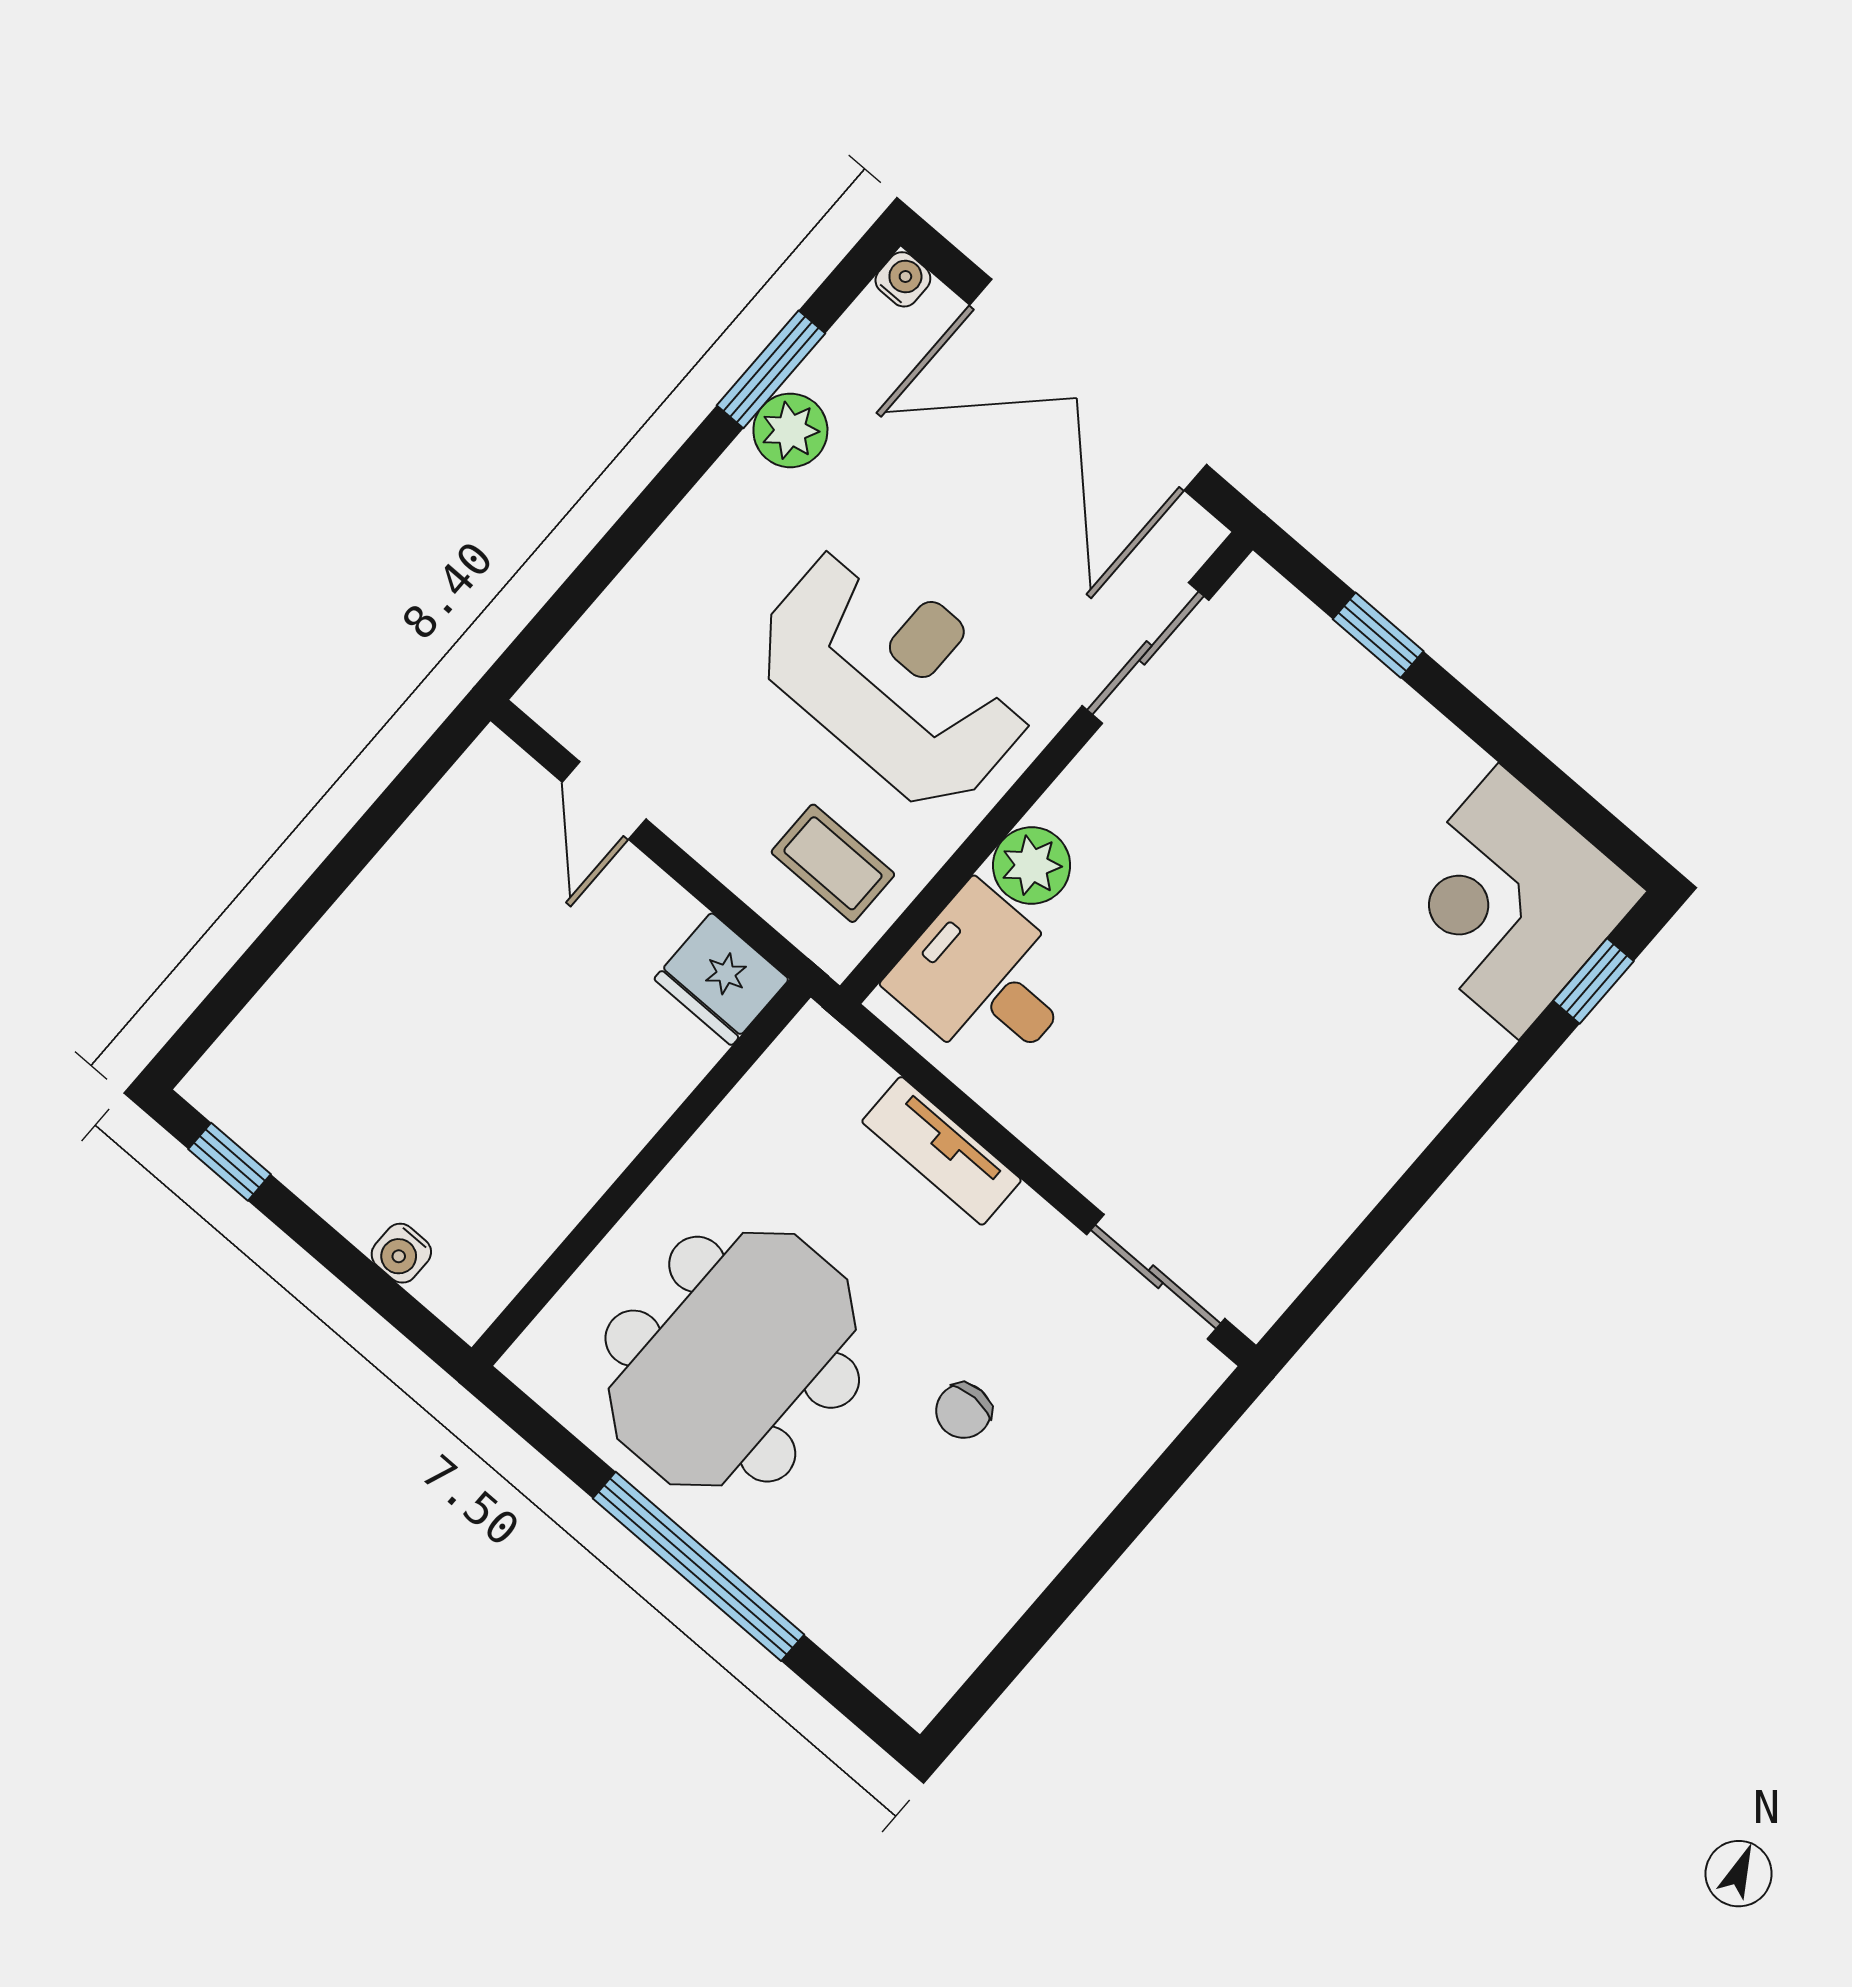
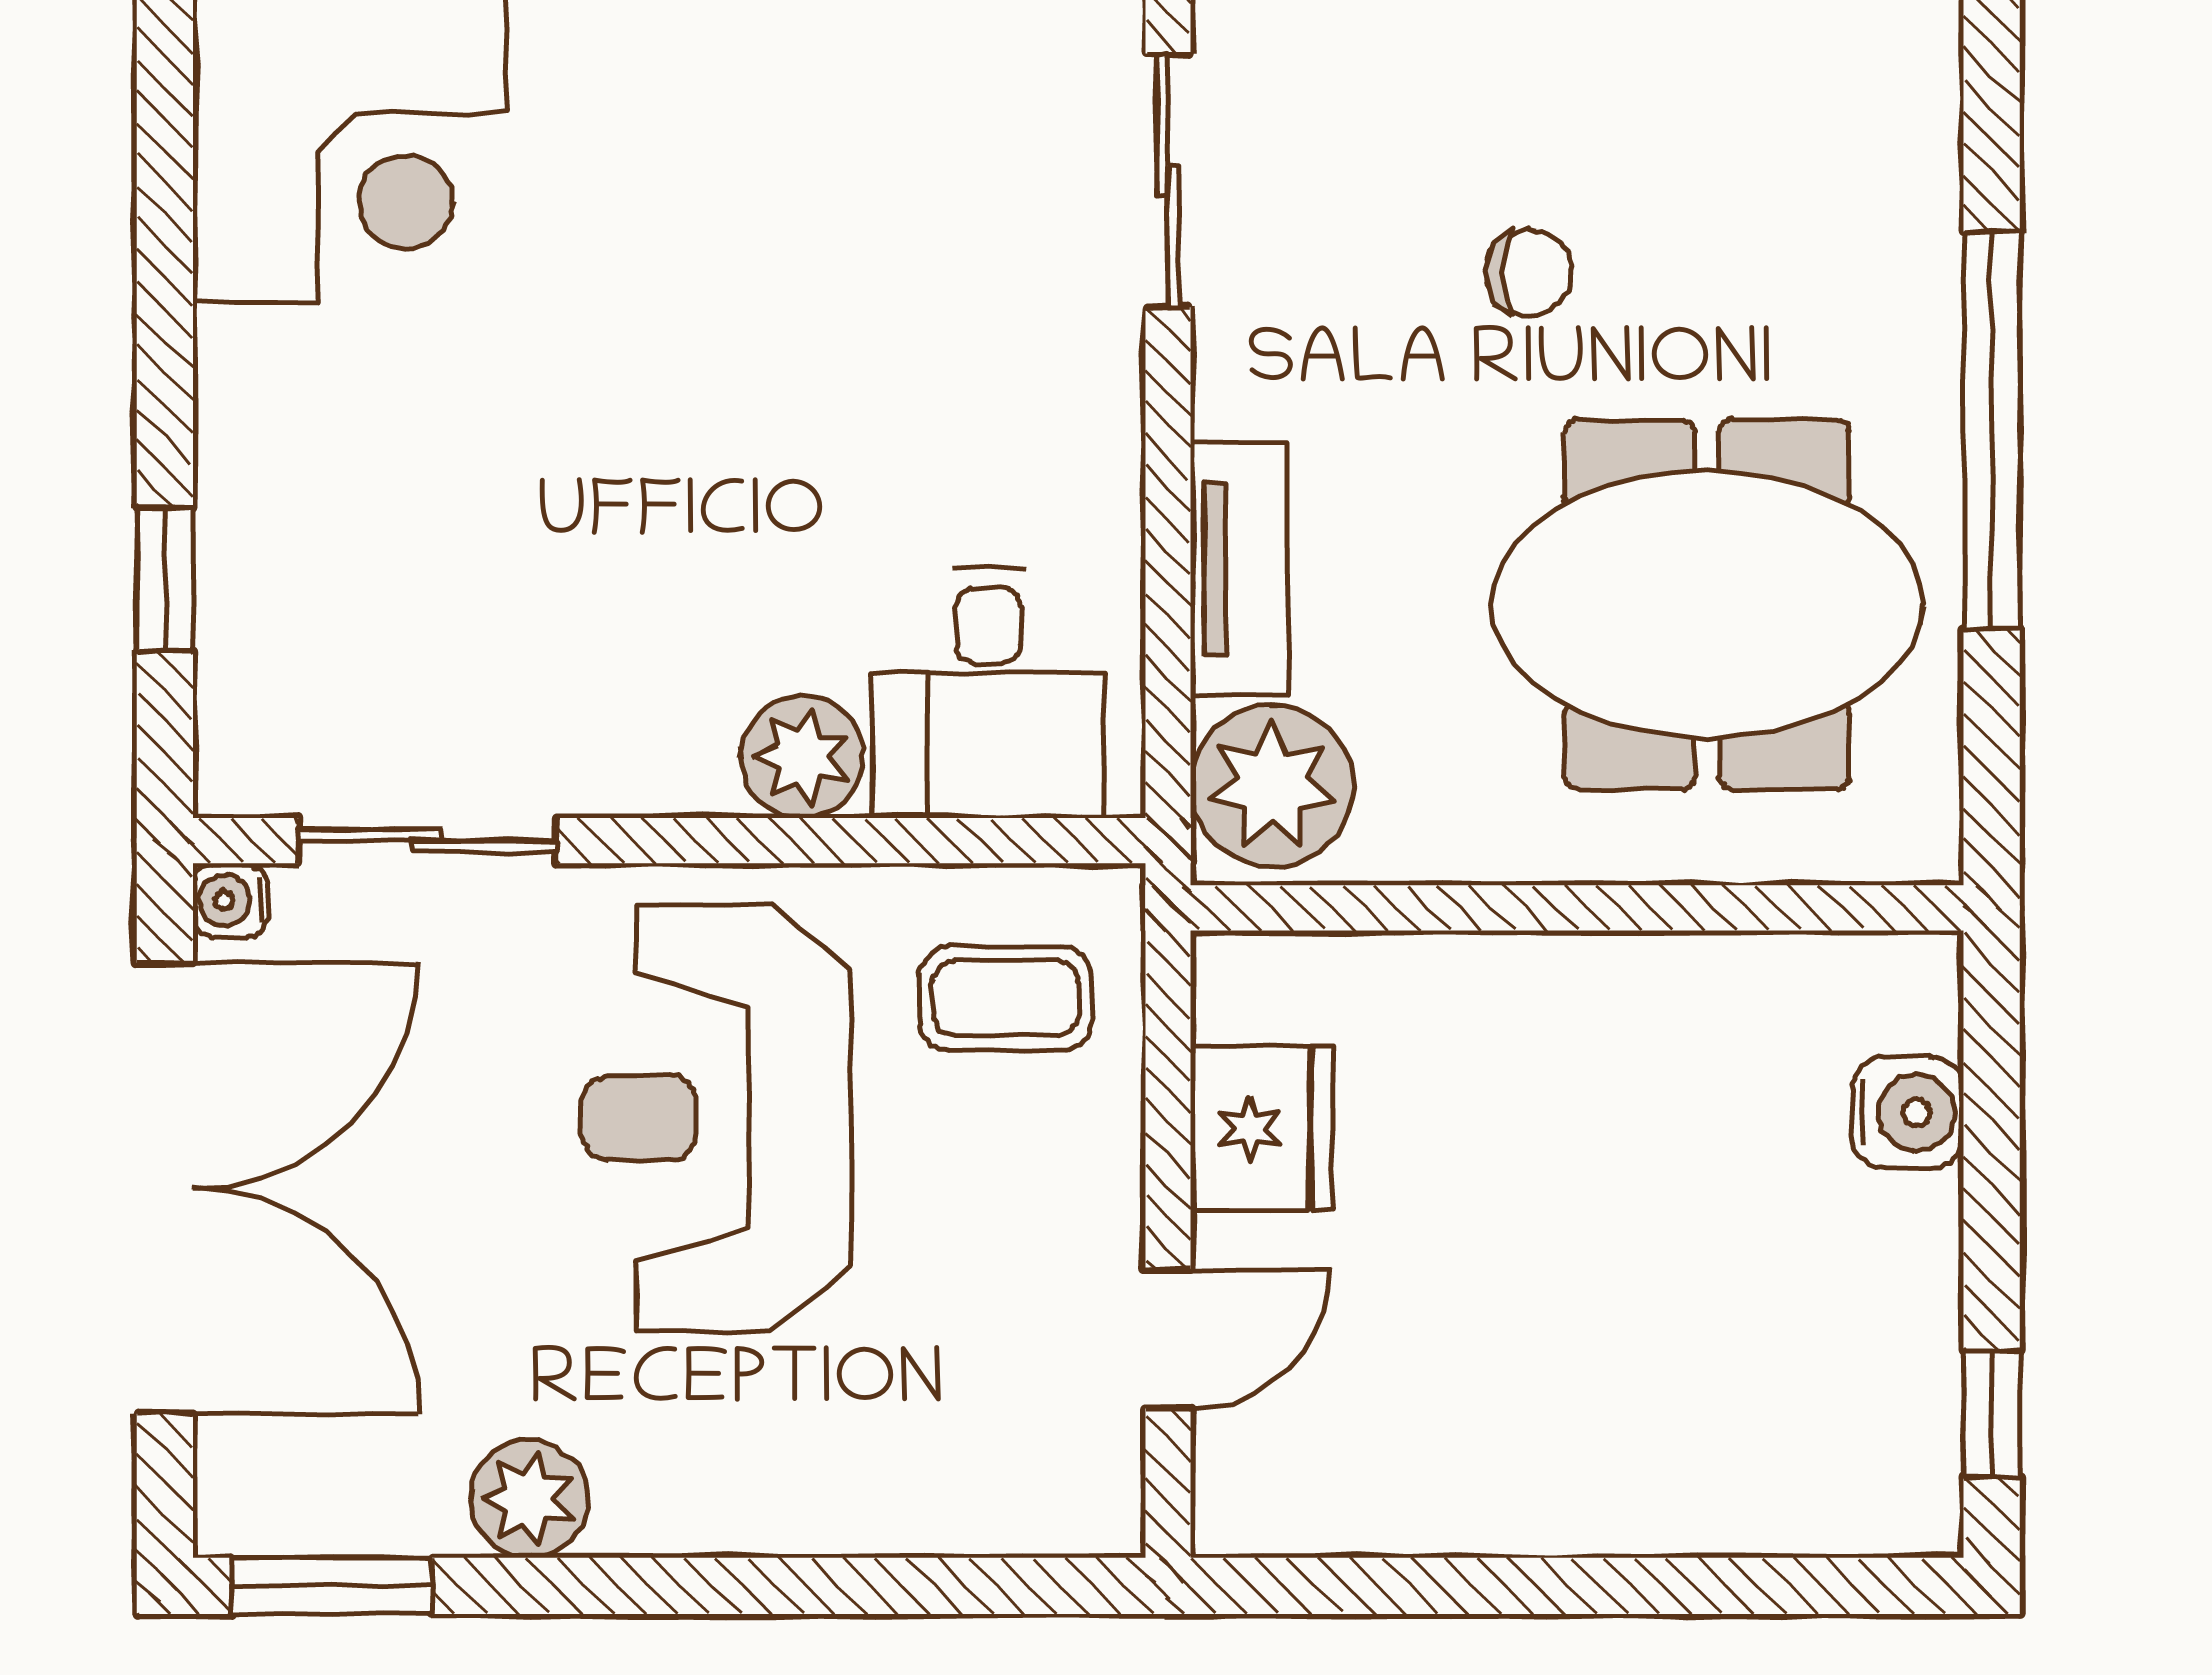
water cooler: (903, 279) -> (230, 900), moved
window: (771, 369) -> (332, 1586), moved
coffee table: (833, 863) -> (1006, 998), turned 90
fridge: (721, 979) -> (1261, 1128), moved
plant: (825, 1077) -> (1271, 786), added
water cooler: (401, 1253) -> (1908, 1113), width x1.38, depth x1.38

